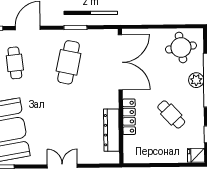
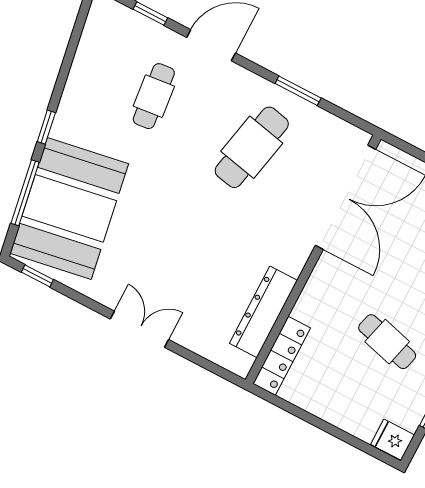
cafe table: (171, 114) -> (387, 342), turned -32
locker: (129, 117) -> (282, 356), moved

